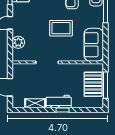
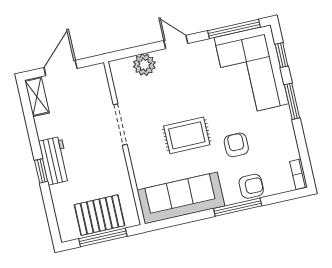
rug: (61, 28) -> (187, 135), turned 90
sofa: (94, 45) -> (181, 198), width x1.36
shelving: (35, 103) -> (37, 97), moved

